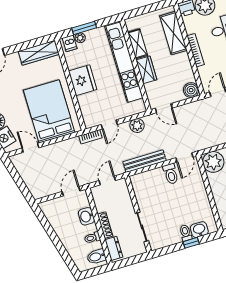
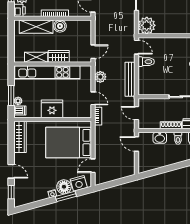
boiler: (191, 90) -> (60, 26), moved

